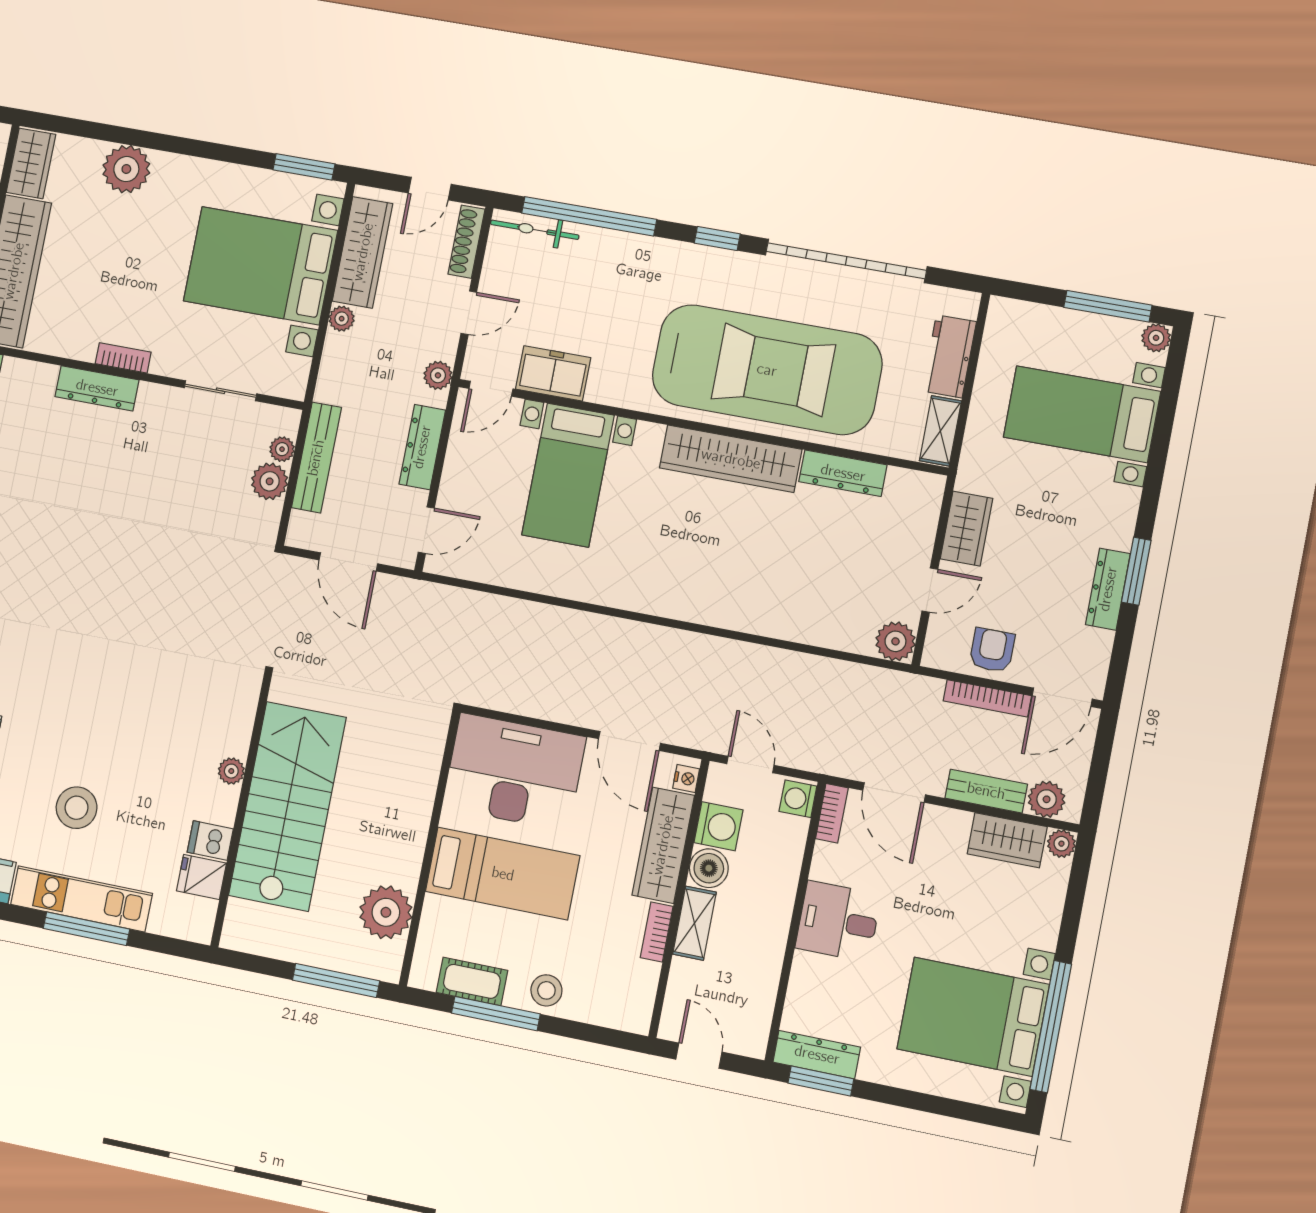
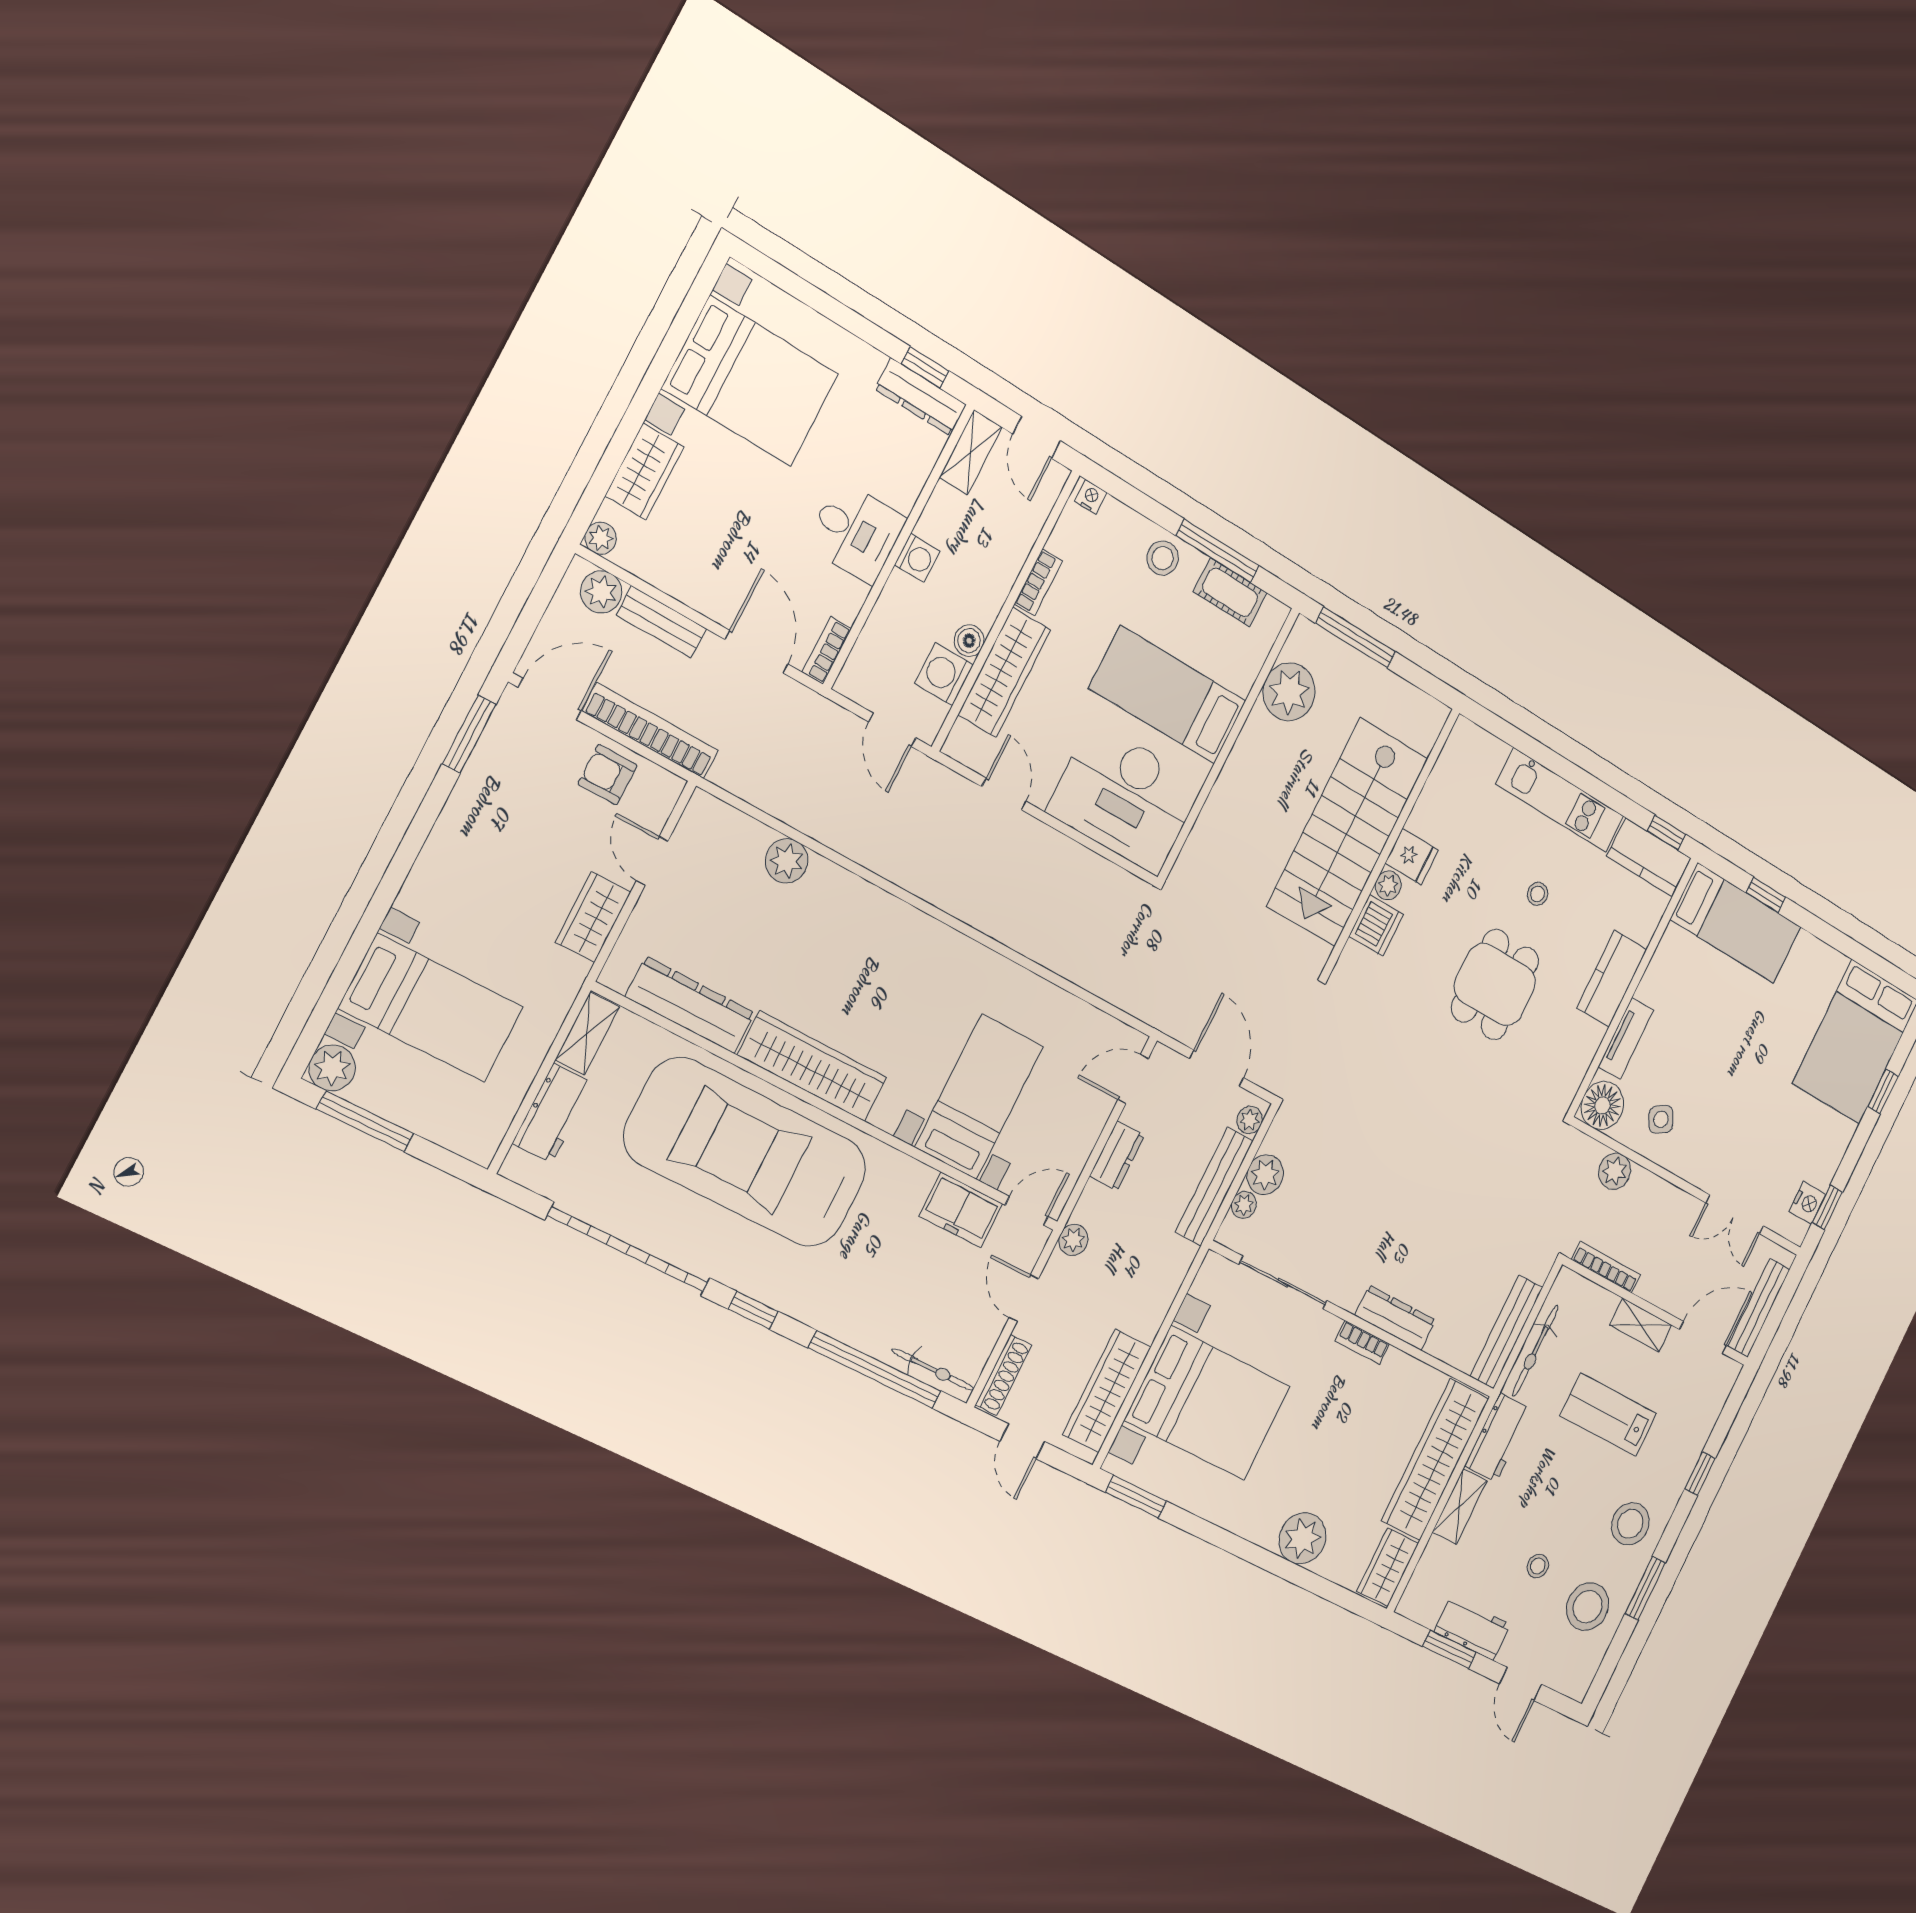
door: (430, 189) -> (1022, 1441), swing flipped
door: (469, 313) -> (1024, 1298), hinge flipped
plant: (342, 319) -> (1250, 1120), moved
plant: (1156, 338) -> (332, 1068), width x1.38, depth x1.38
sliding door: (221, 391) -> (1283, 1283), width x1.37
dresser: (422, 447) -> (1117, 1156), width x0.70
dresser: (843, 473) -> (690, 1005), width x1.37, depth x1.24
window: (1136, 571) -> (469, 734), moved
dresser: (1108, 589) -> (464, 804), removed
door: (930, 590) -> (652, 861), hinge flipped
plant: (895, 641) -> (787, 861), moved
armchair: (992, 650) -> (608, 775), turned 90
bookcase: (987, 698) -> (651, 731), width x1.48, depth x1.31
dining table: (94, 714) -> (1495, 984), added
door: (629, 741) -> (1004, 794), width x0.73
nightstand: (686, 778) -> (1091, 497), moved, turned 90
washing machine: (798, 799) -> (917, 558), moved
stool: (77, 808) -> (1538, 894), width x0.53, depth x0.53
wardrobe: (1007, 840) -> (644, 471), moved, turned 90
dishwasher: (210, 841) -> (1376, 925), moved, width x1.38
boiler: (709, 868) -> (969, 641), width x0.73, depth x0.73
fridge: (201, 877) -> (1412, 857), moved
shelving: (694, 923) -> (971, 452), moved
window: (86, 929) -> (1564, 768), removed
window: (1051, 1027) -> (674, 342), removed
window: (821, 1081) -> (925, 367), width x0.67

